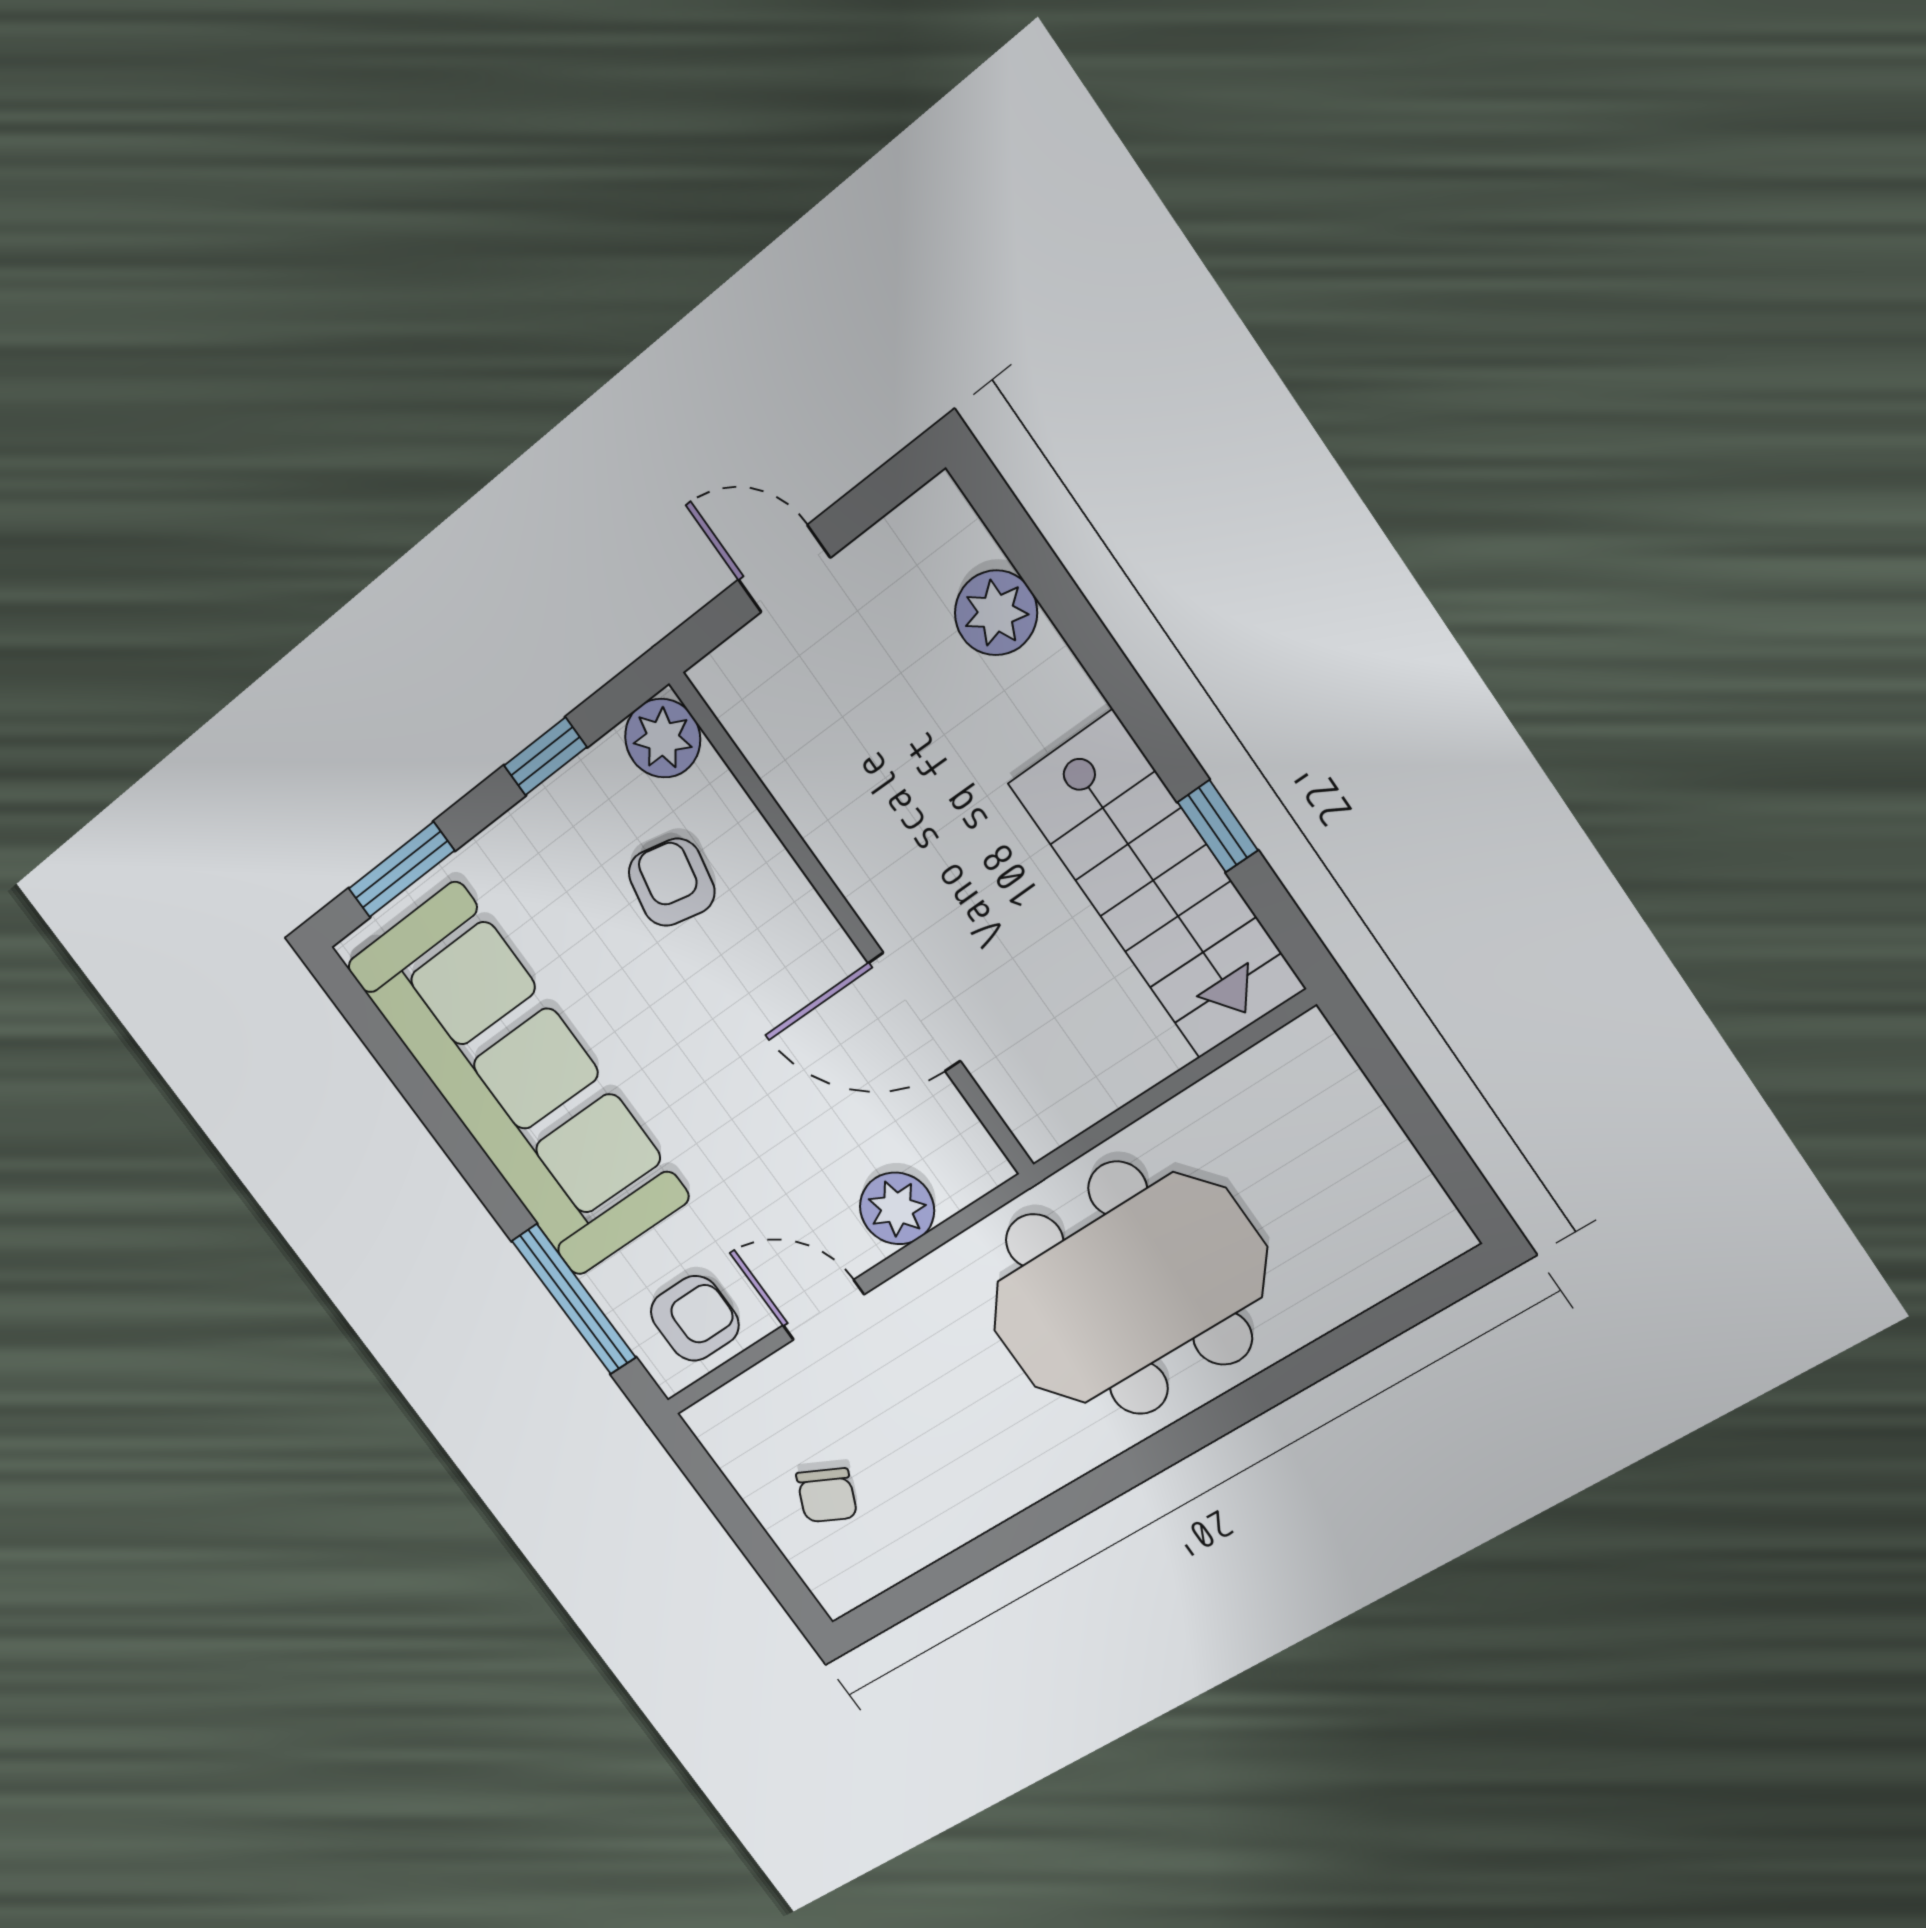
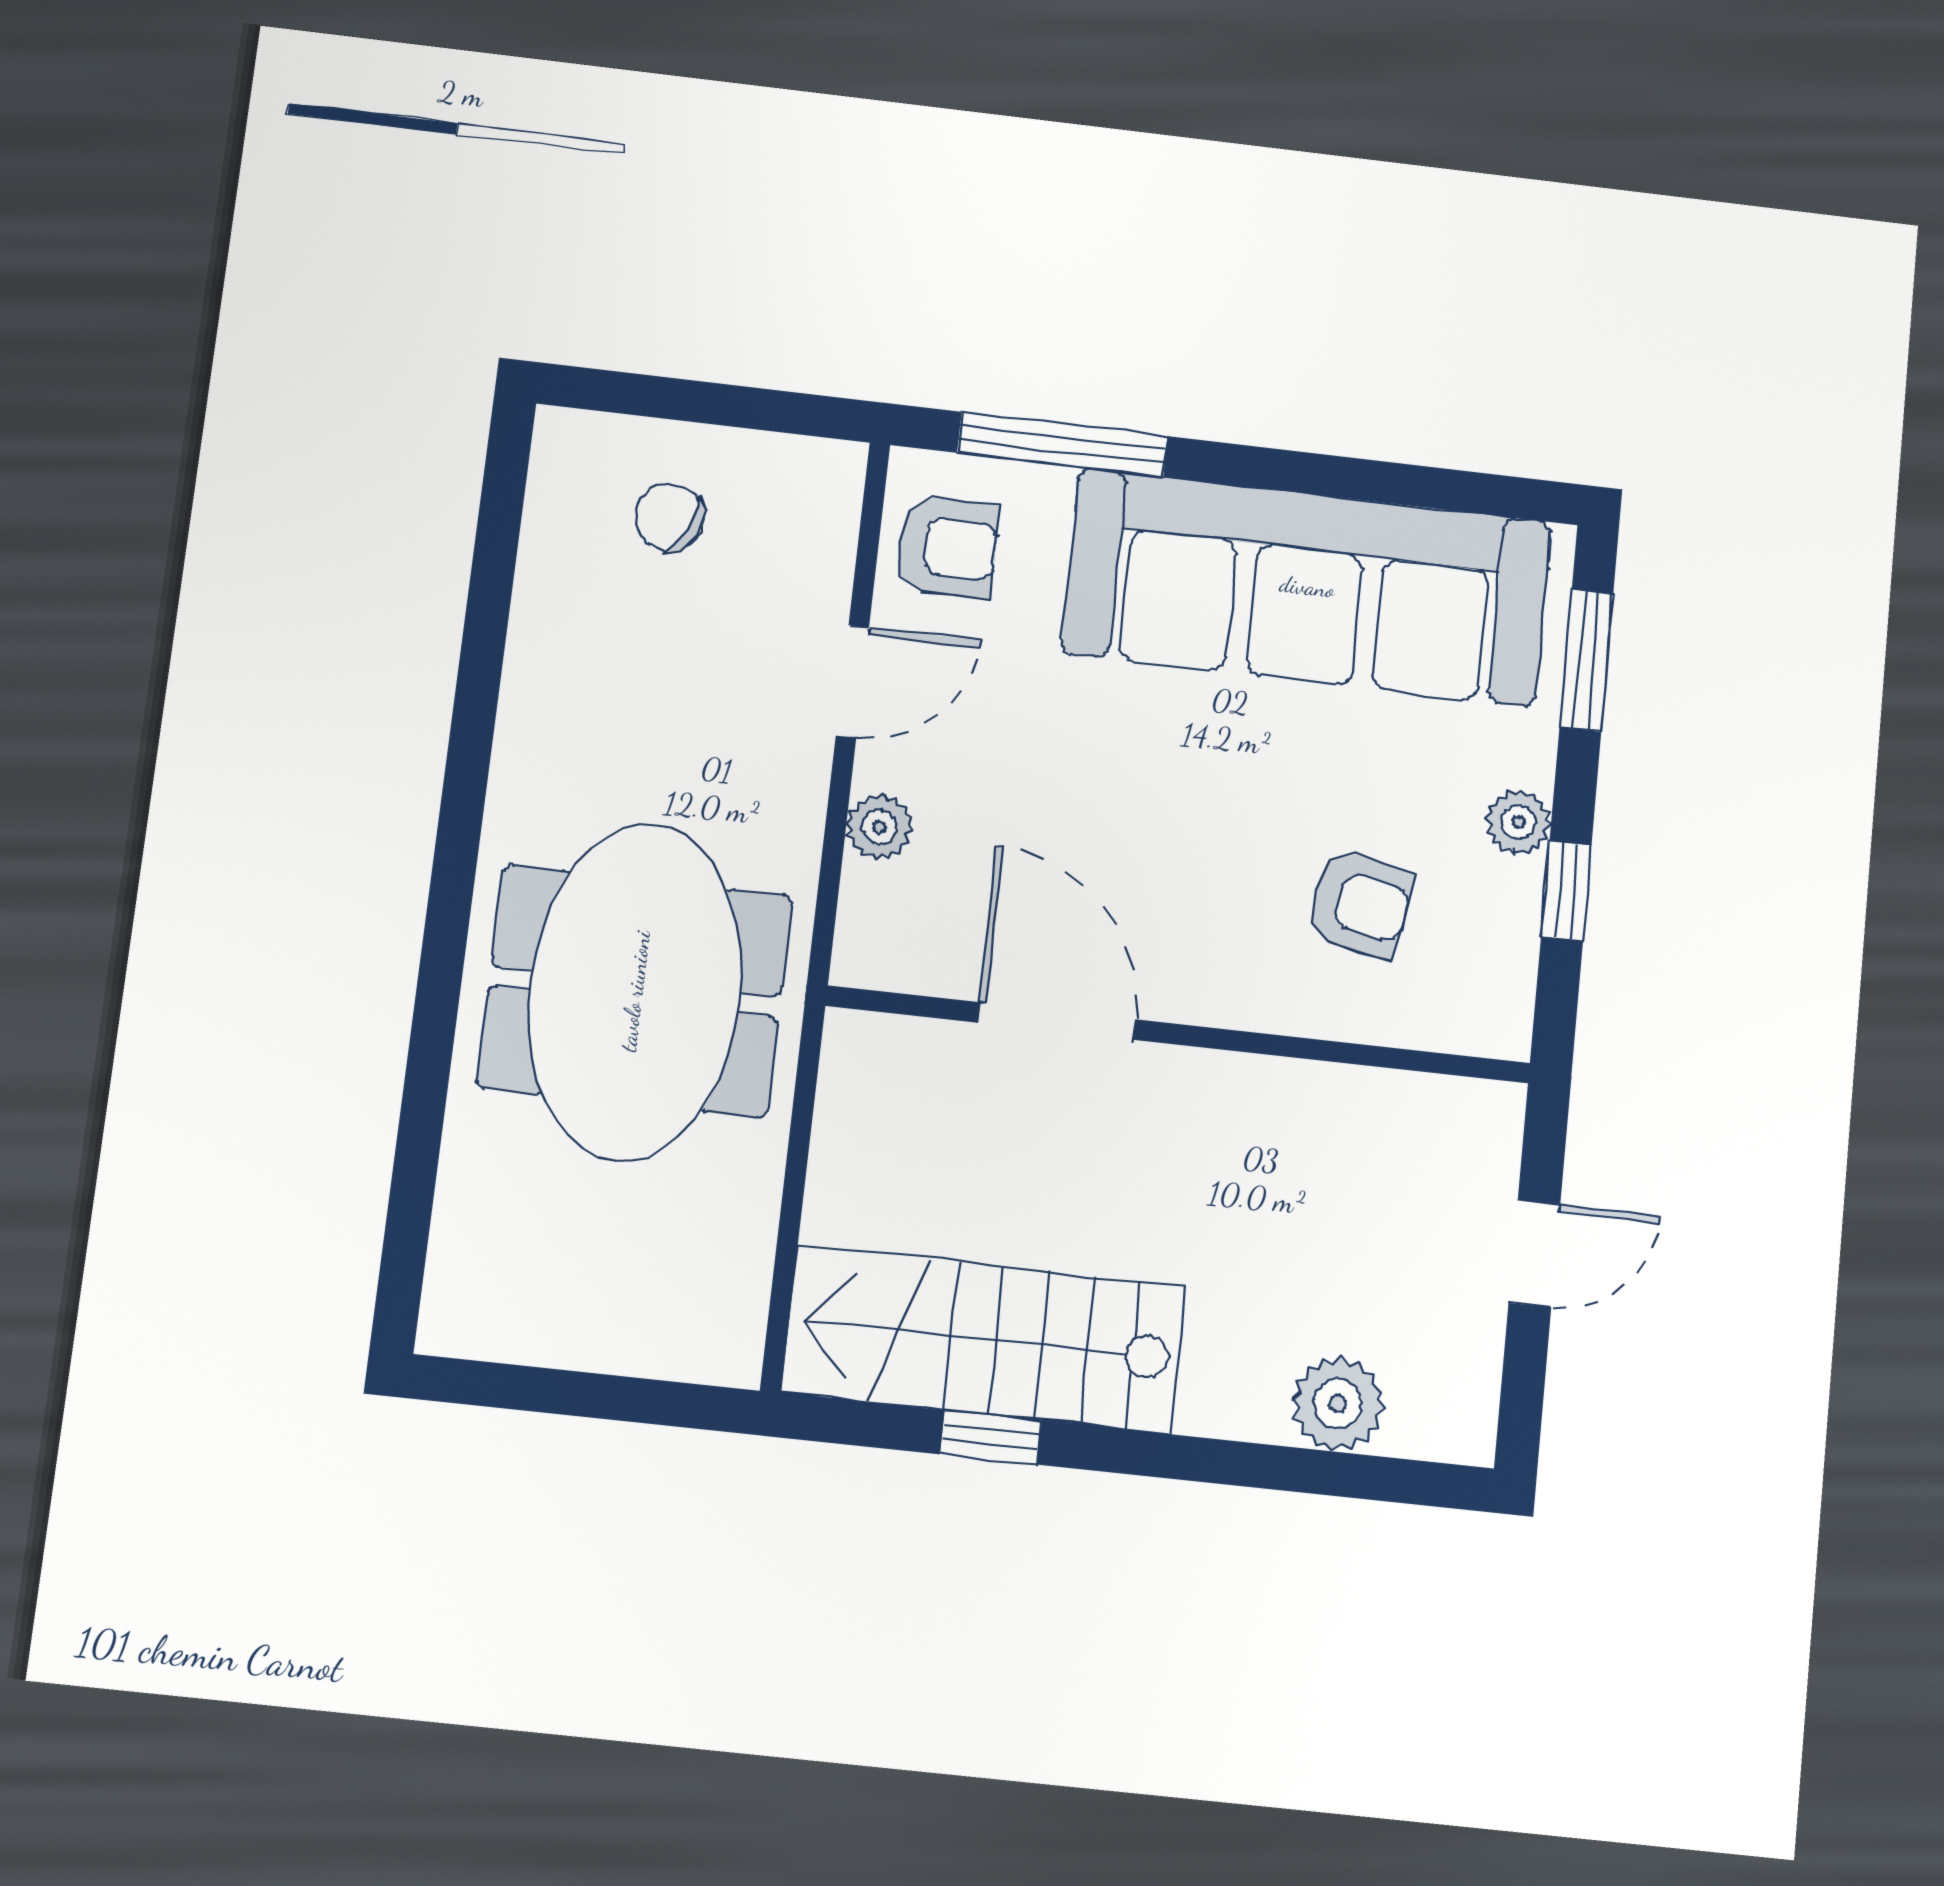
plant: (663, 738) -> (1518, 822), moved, width x0.73, depth x0.73
door: (914, 1012) -> (1057, 1021), hinge flipped
plant: (897, 1208) -> (879, 827), width x0.73, depth x0.73
armchair: (695, 1318) -> (947, 547), turned -90

